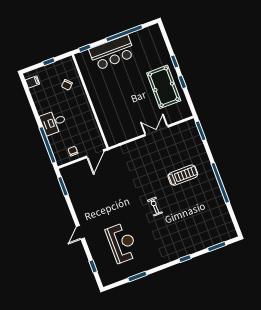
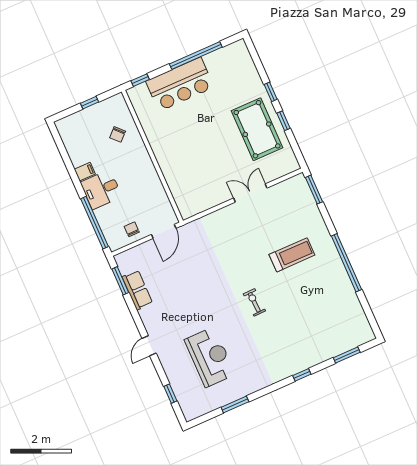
filing cabinet: (32, 82) -> (85, 172), moved
row of seats: (74, 193) -> (137, 290), added

